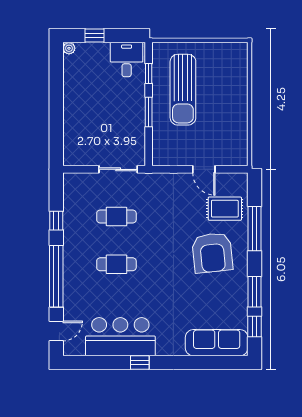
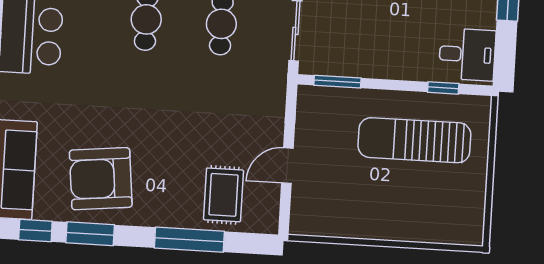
window: (149, 112) -> (337, 82), moved
armchair: (212, 253) -> (101, 179), moved

